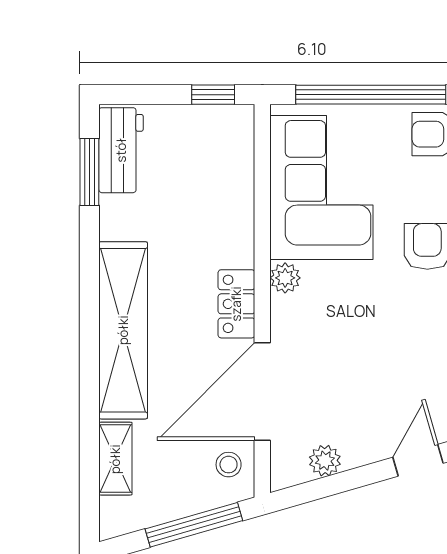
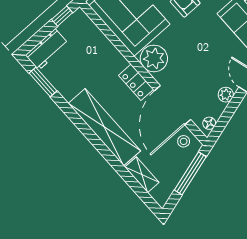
workbench: (121, 150) -> (47, 50), moved, turned 90
plant: (285, 278) -> (154, 58), width x1.87, depth x1.87
plant: (325, 461) -> (226, 95), moved
floor lamp: (295, 472) -> (209, 123), added

